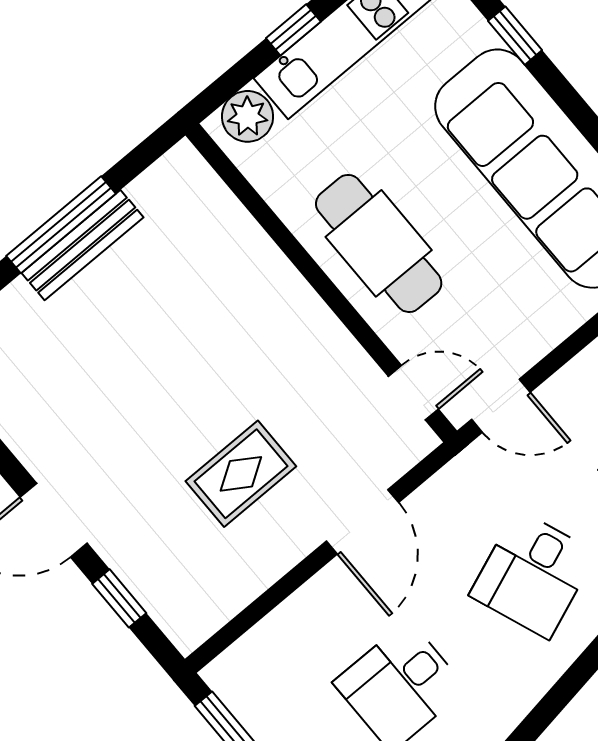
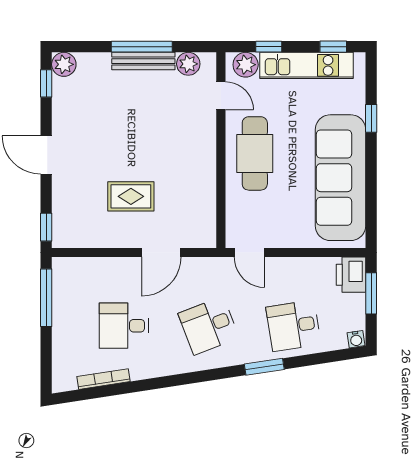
window: (293, 30) -> (269, 47), moved
plant: (157, 190) -> (188, 64), added
door: (413, 393) -> (221, 96), moved
window: (119, 598) -> (46, 227), moved

